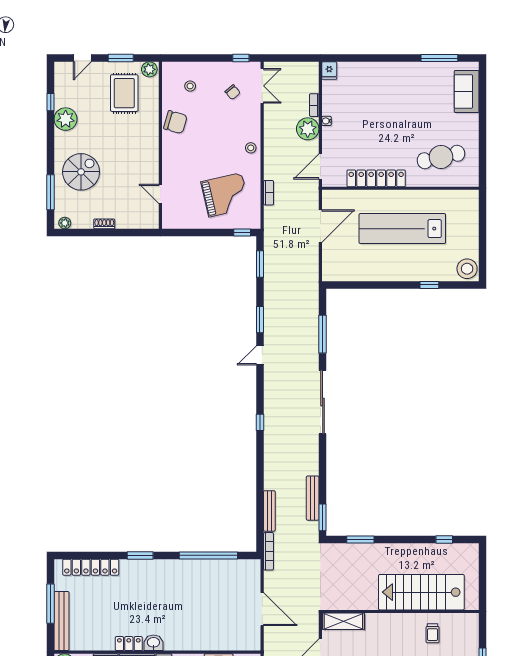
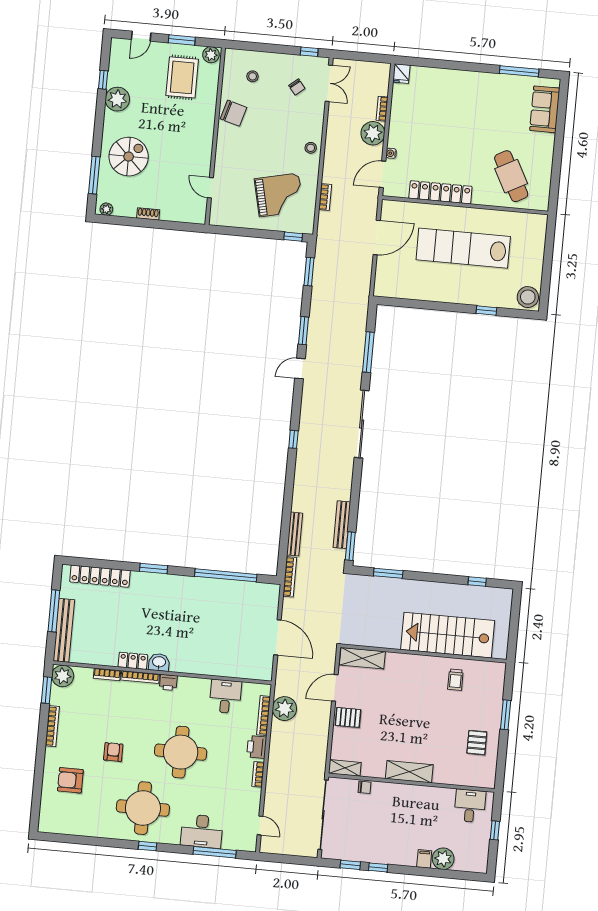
water cooler: (327, 121) -> (391, 153), moved
cafe table: (441, 157) -> (511, 176), turned 75

